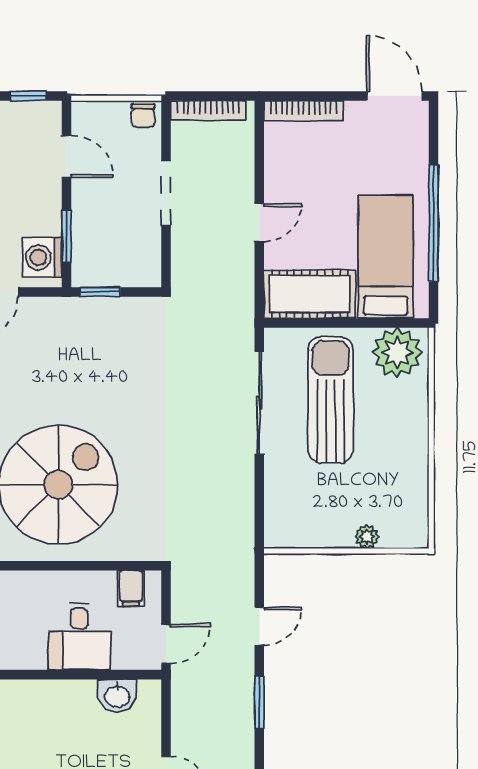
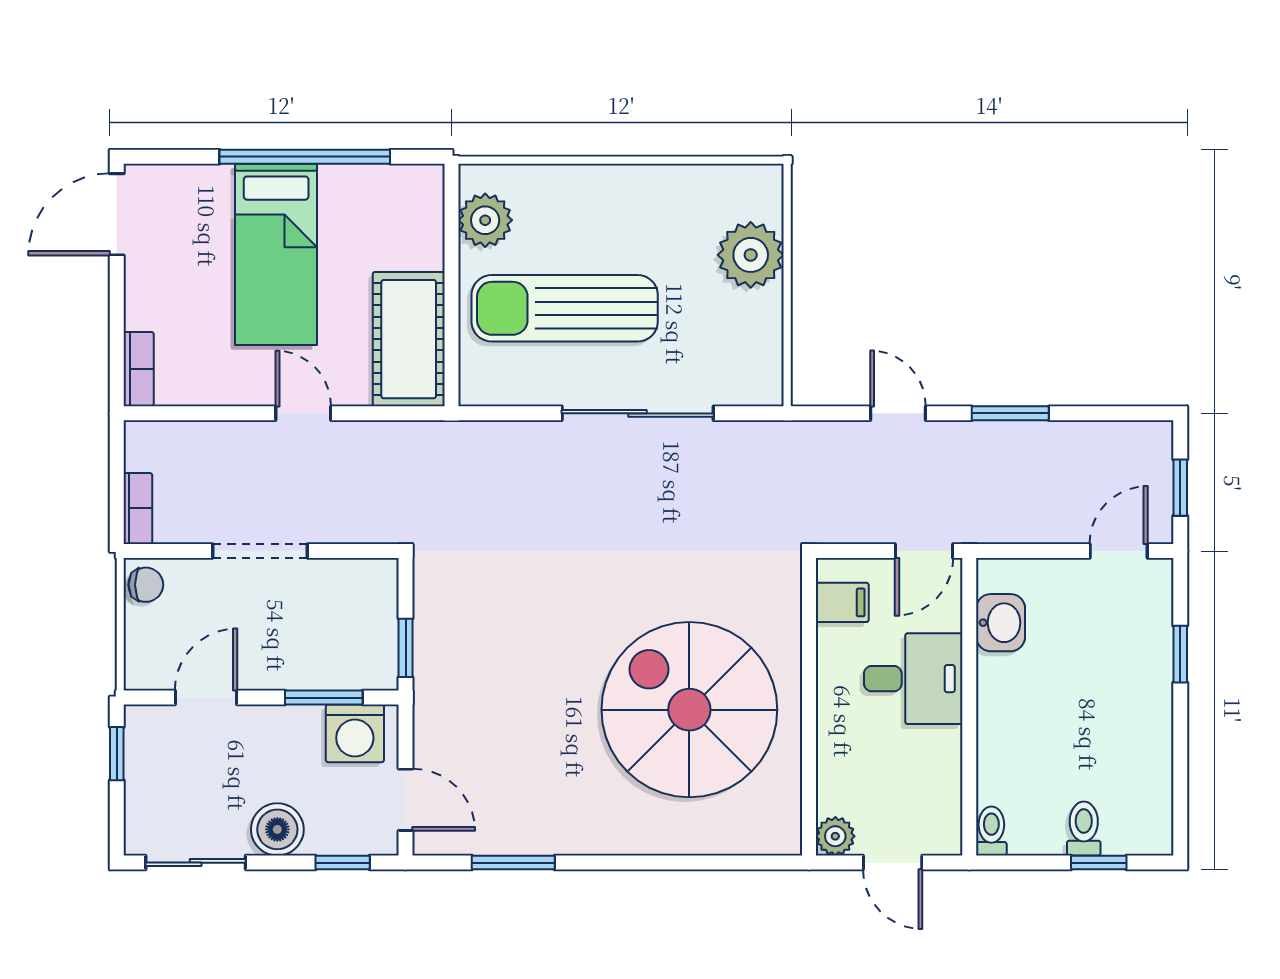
bookcase: (208, 110) -> (138, 508), width x0.64
bookcase: (304, 111) -> (139, 369), width x0.64
bed: (386, 257) -> (276, 254), moved, turned -90
plant: (397, 353) -> (485, 220), width x0.73, depth x0.73
sliding door: (259, 403) -> (638, 413), moved
plant: (367, 537) -> (751, 255), width x1.88, depth x1.88
door: (166, 644) -> (924, 551), swing flipped

